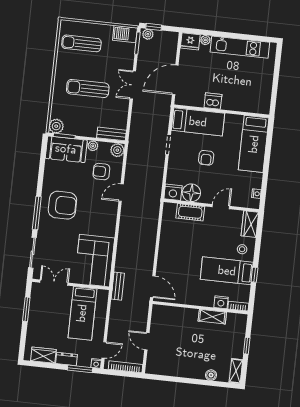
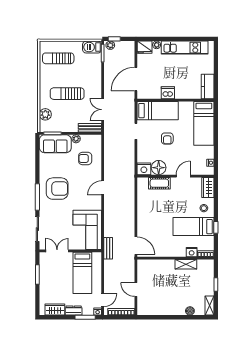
double door: (133, 85) -> (103, 110), moved
kitchen counter: (263, 99) -> (208, 86), added
plant: (56, 126) -> (45, 114), moved
plant: (117, 150) -> (96, 140), removed
door: (121, 193) -> (103, 188), moved

